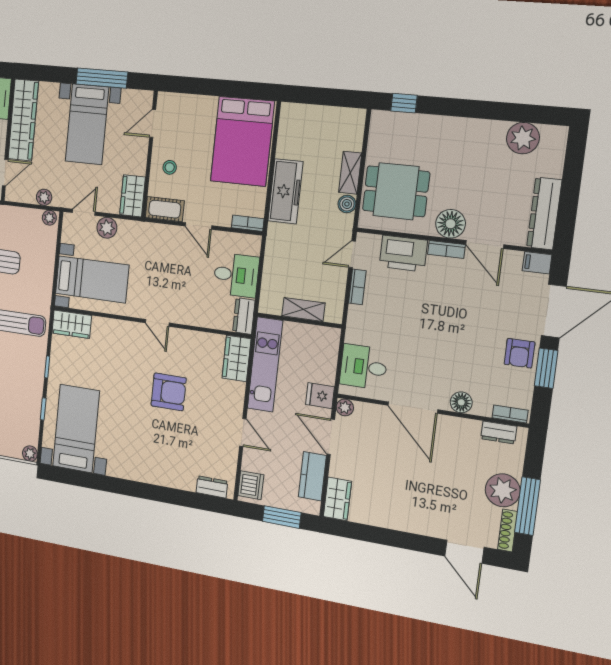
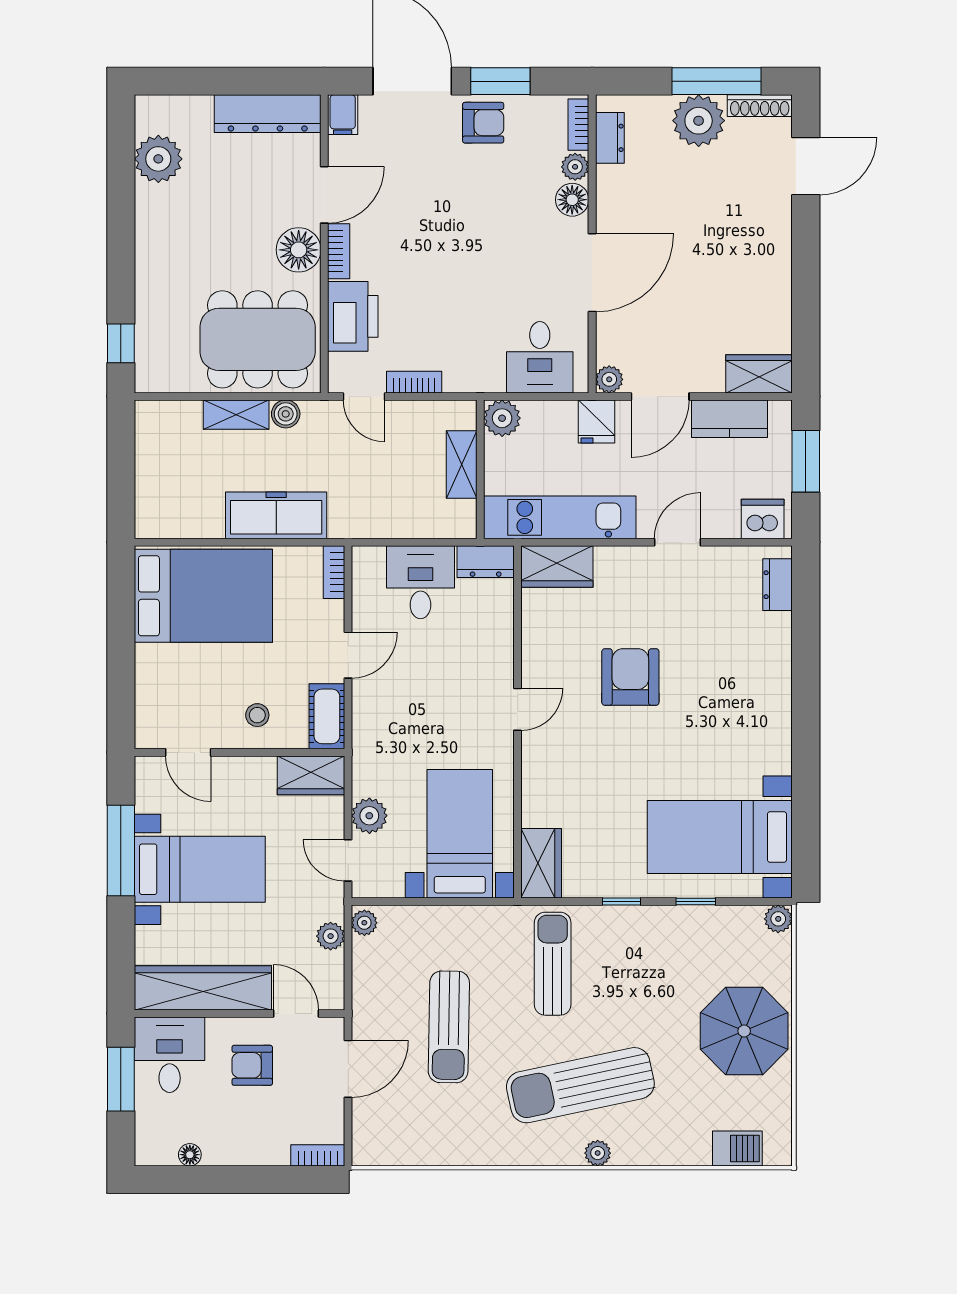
dining table: (396, 191) -> (258, 339), width x1.37
plant: (329, 338) -> (502, 418), added
plant: (483, 407) -> (575, 167), added

